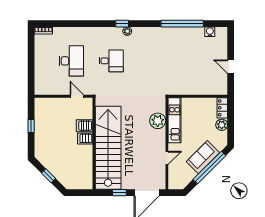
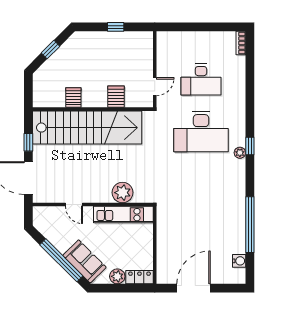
desk: (111, 61) -> (201, 132), width x1.87, depth x1.30
door: (231, 67) -> (194, 288), width x1.88
server rack: (85, 138) -> (73, 98), moved
sofa: (203, 157) -> (84, 261), moved

